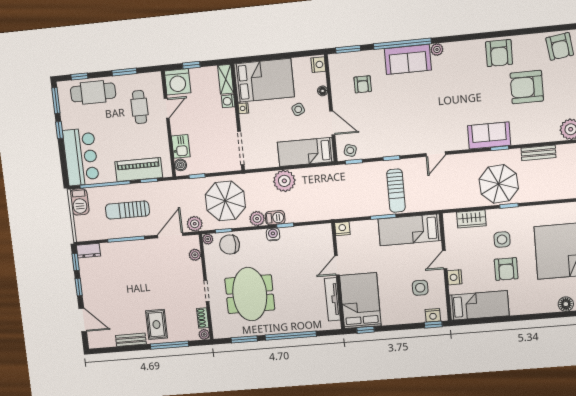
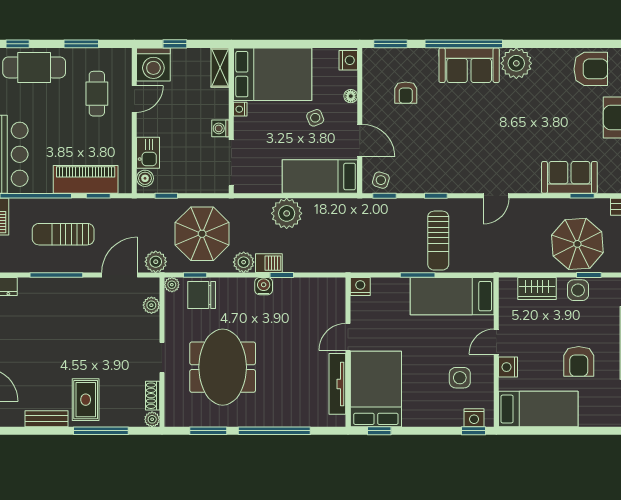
plant: (437, 49) -> (516, 63), width x1.87, depth x1.87
armchair: (499, 53) -> (591, 69), turned -90
washing machine: (228, 101) -> (220, 128), moved
side table: (502, 240) -> (578, 290), moved

